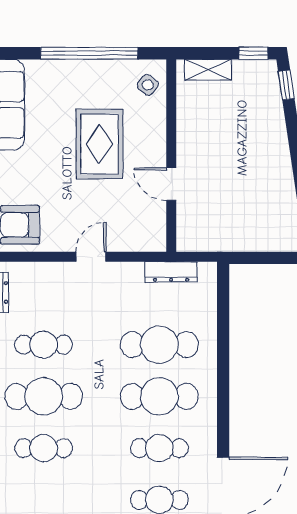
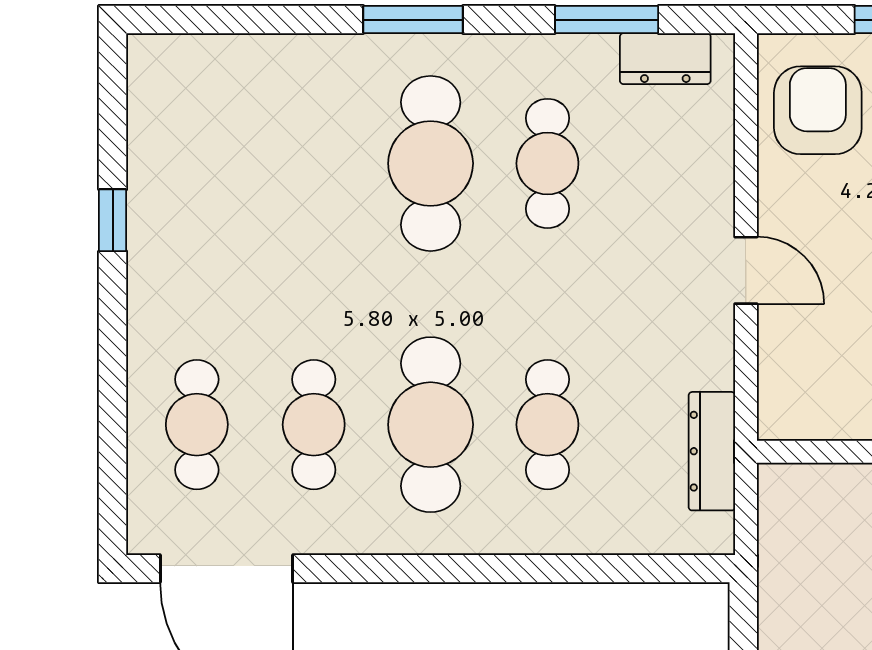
cafe table: (159, 345) -> (547, 425), width x0.73, depth x0.74
cafe table: (44, 448) -> (314, 163), removed

